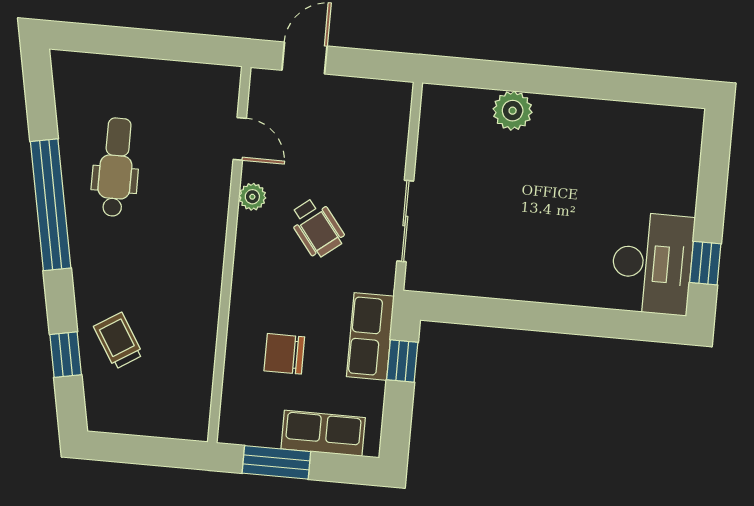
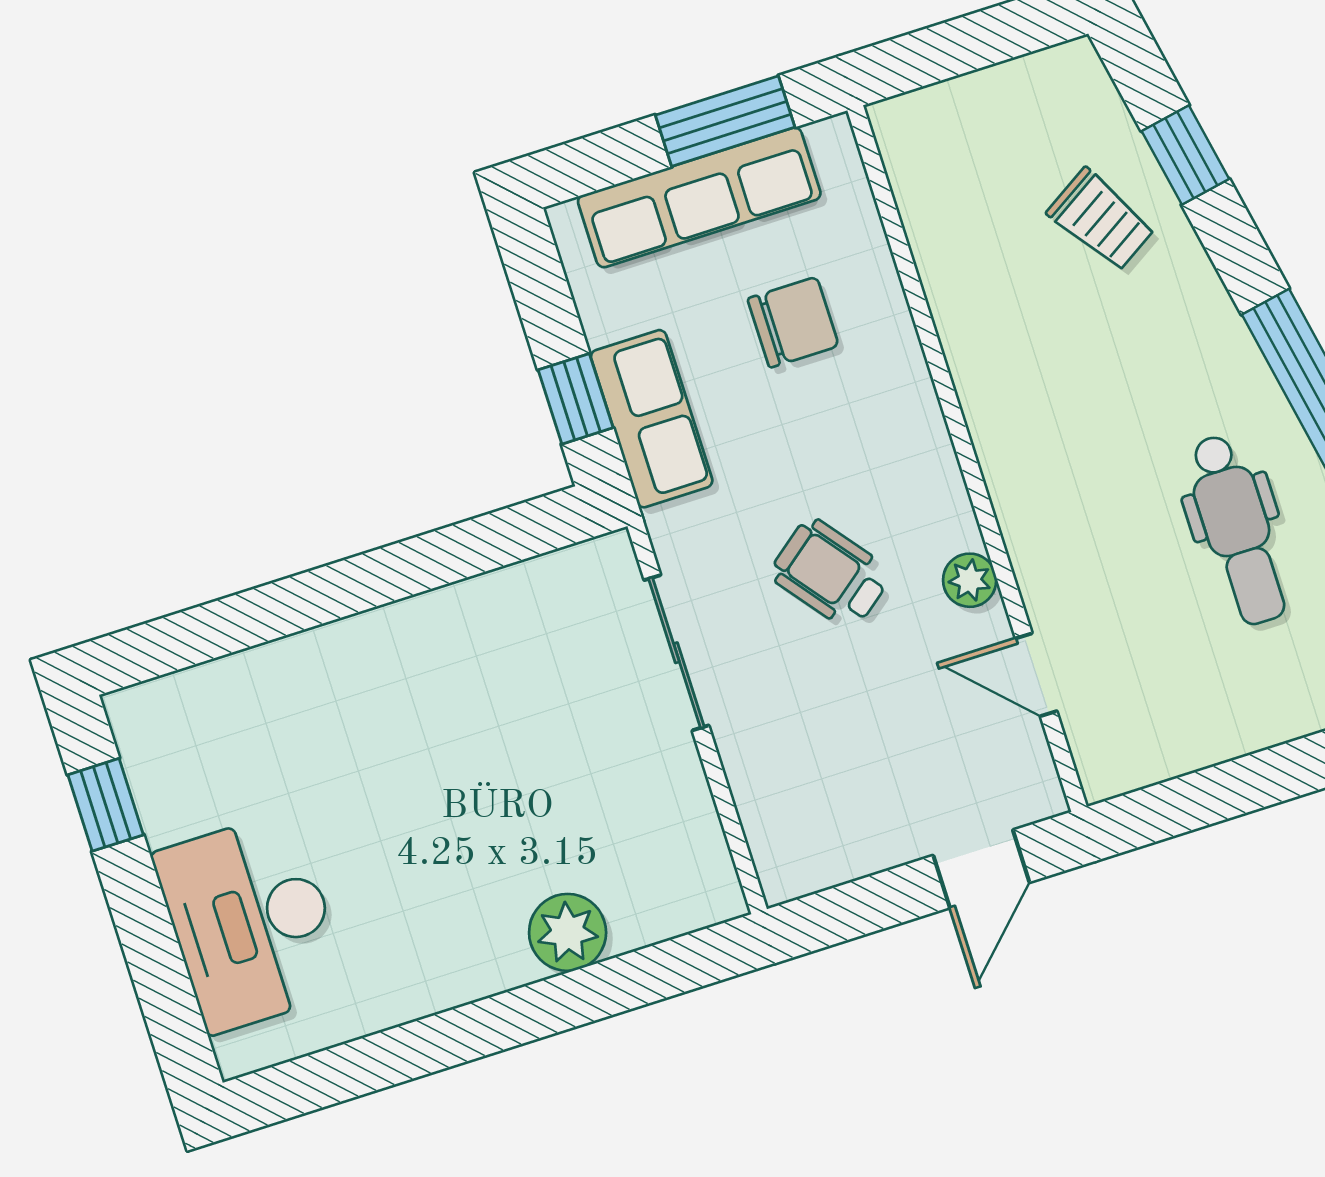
desk: (652, 263) -> (251, 922), moved
row of seats: (323, 433) -> (699, 197), width x1.48

